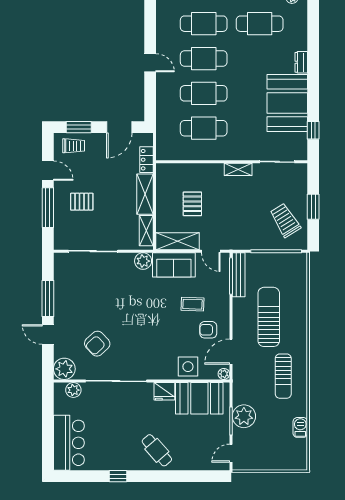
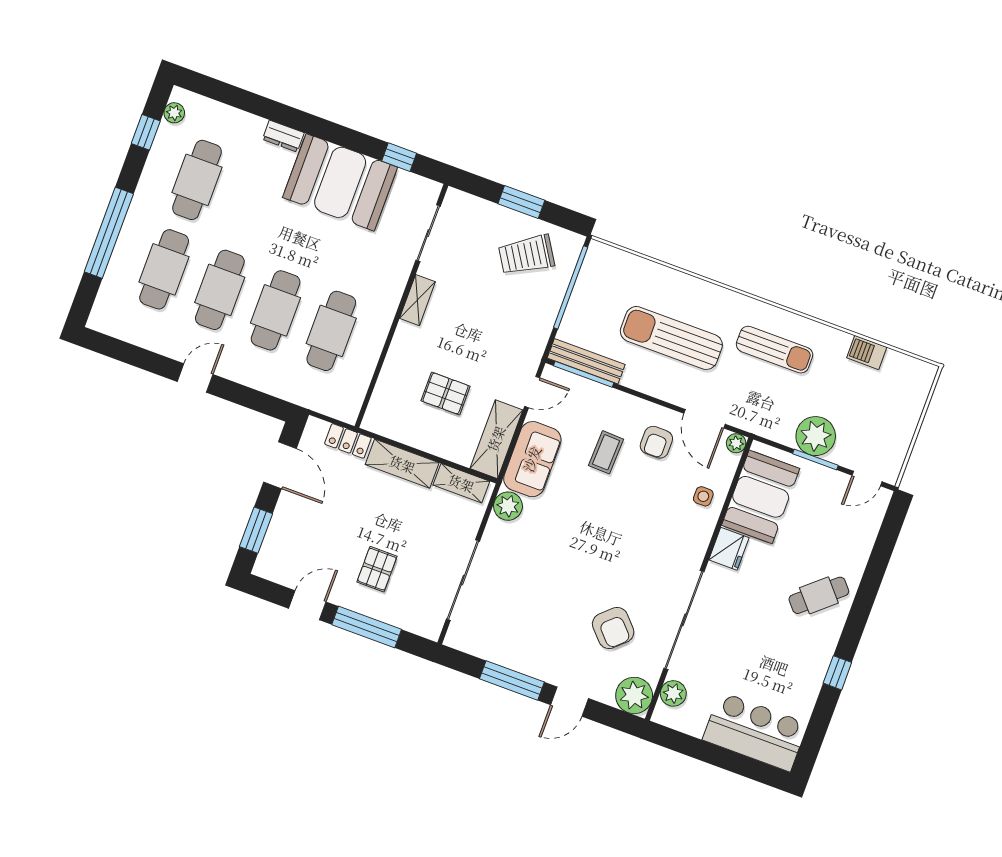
trolley: (74, 146) -> (283, 549), removed
side table: (188, 367) -> (703, 496), width x0.54, depth x0.54
door: (231, 453) -> (867, 479), hinge flipped

